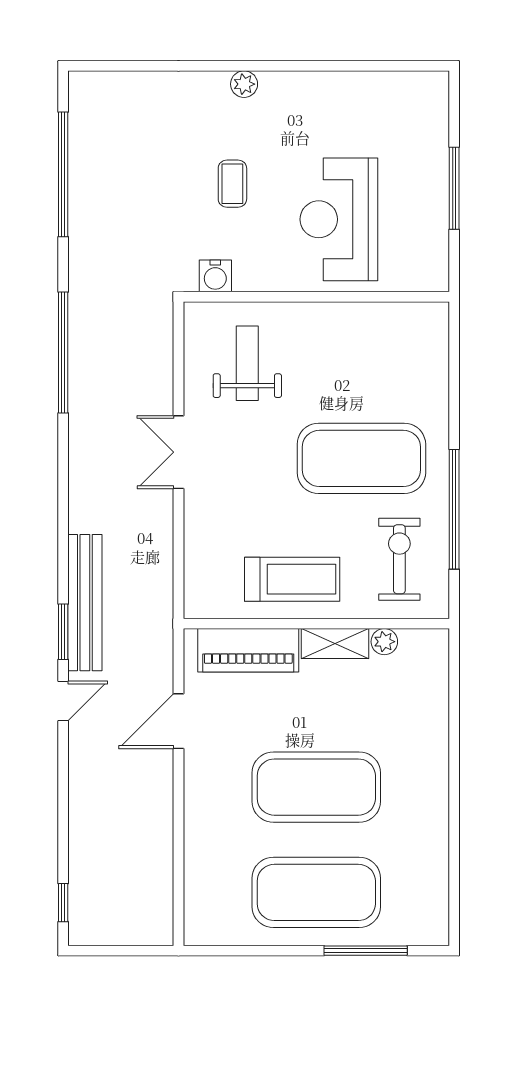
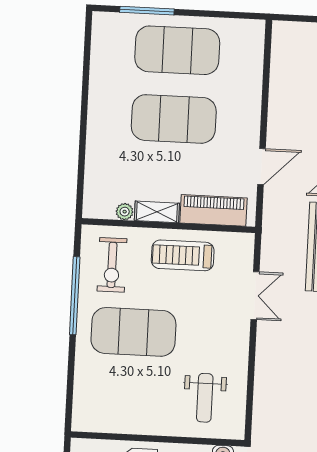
double door: (178, 452) -> (255, 296), moved

